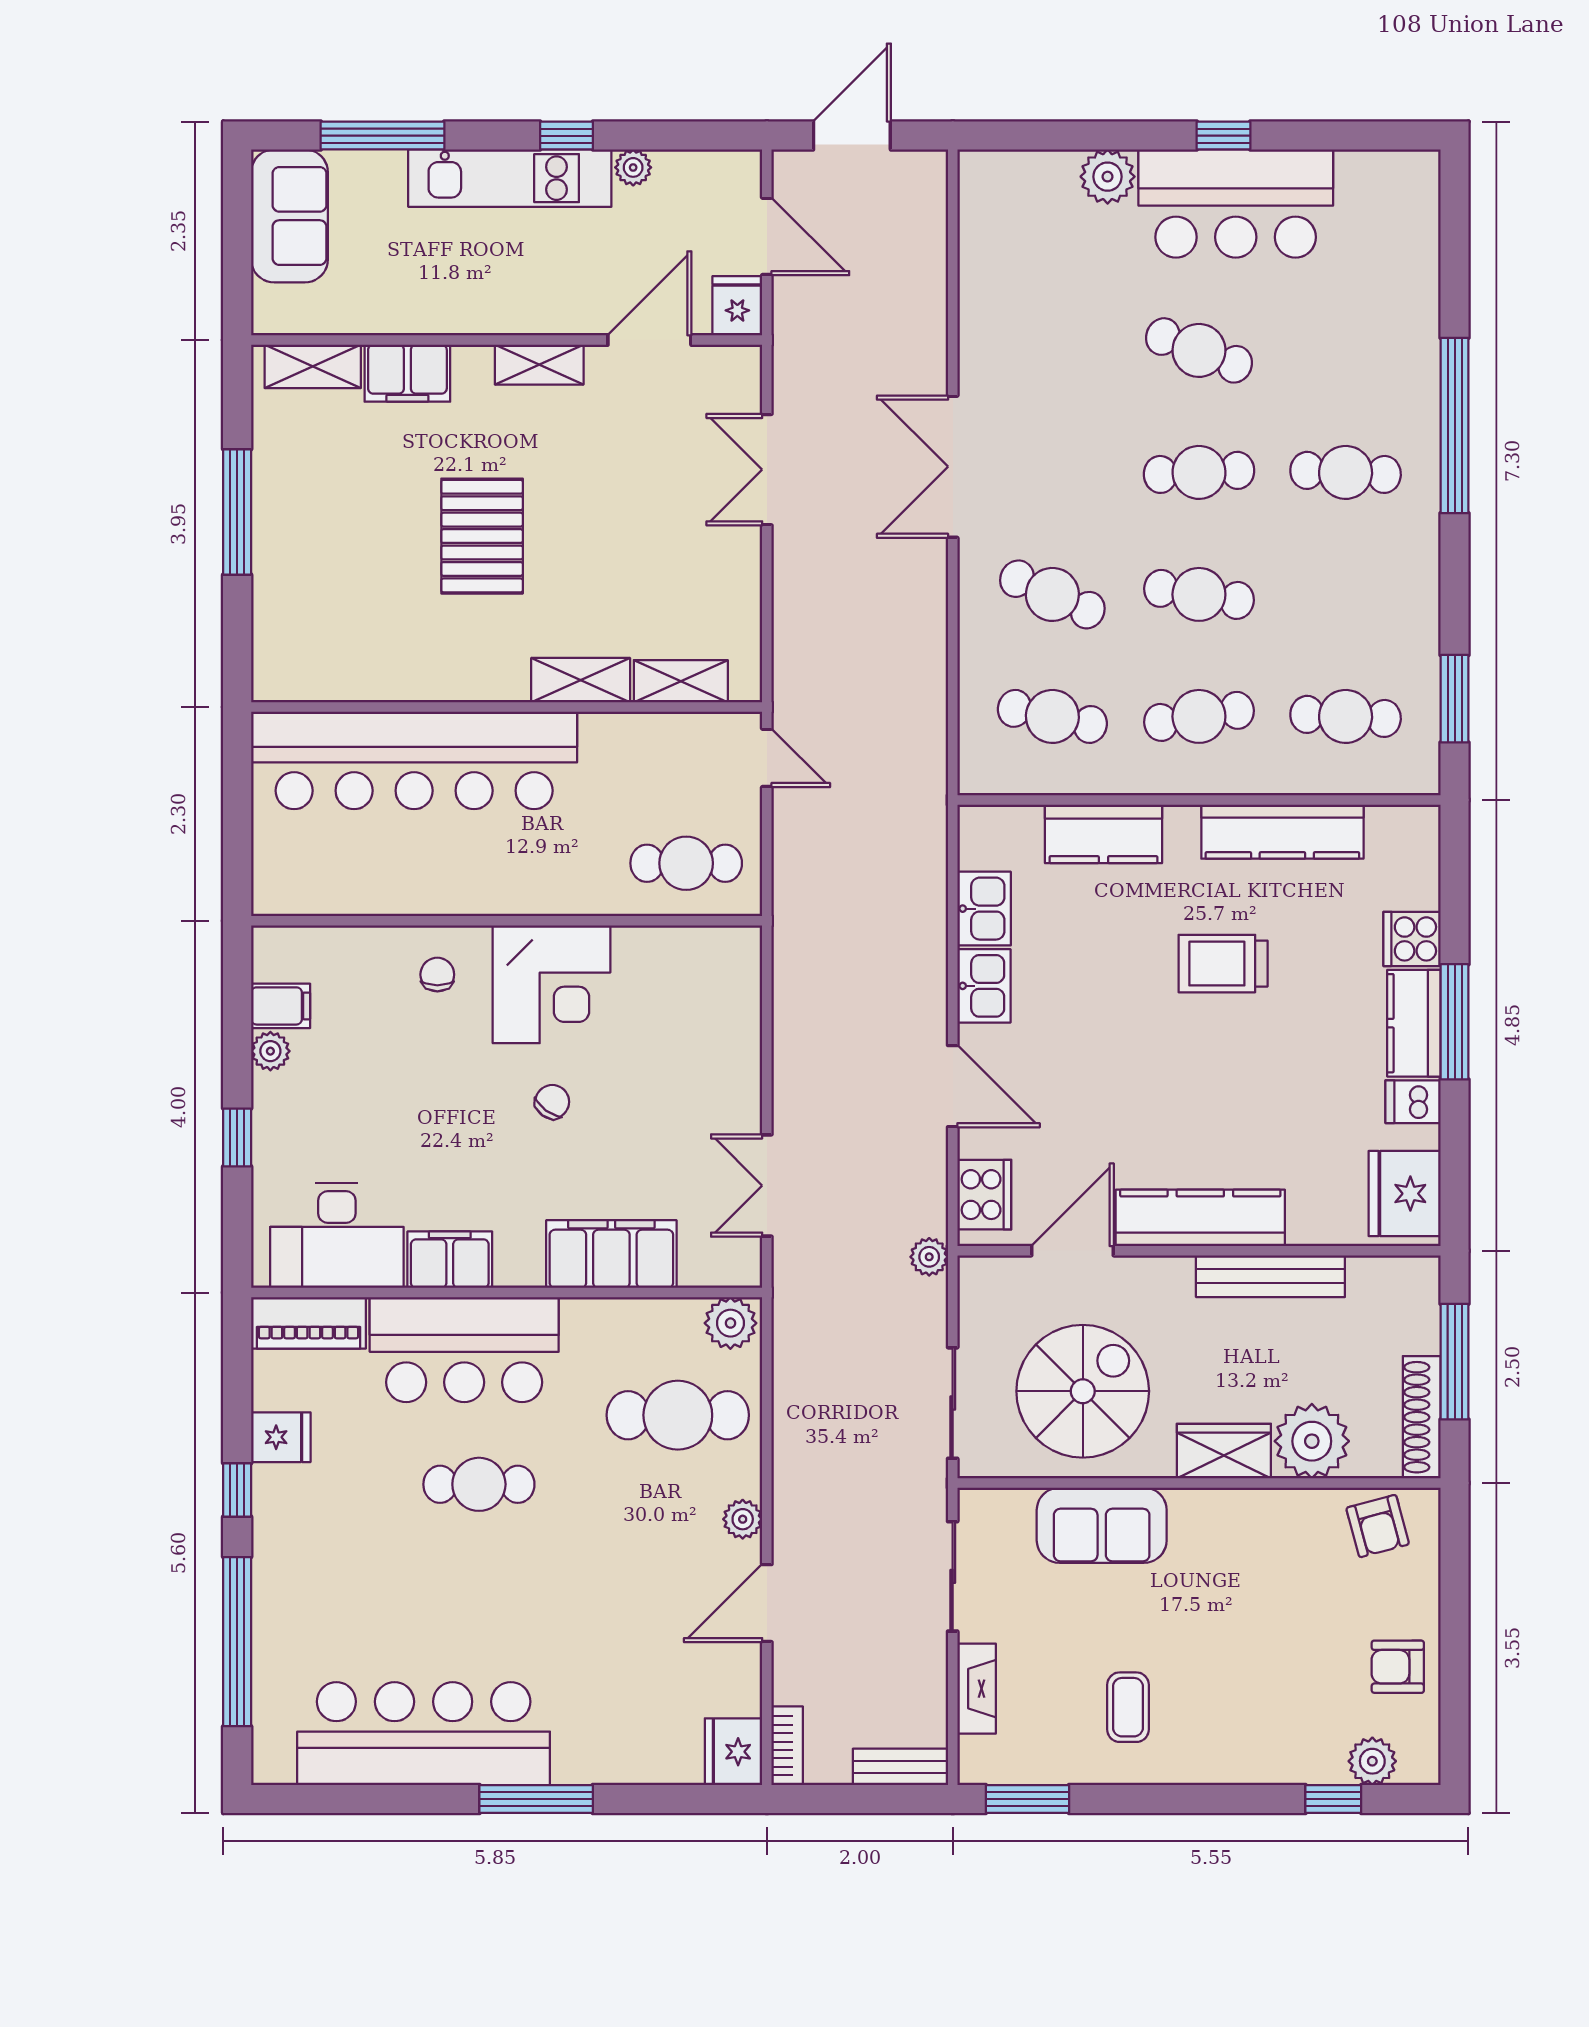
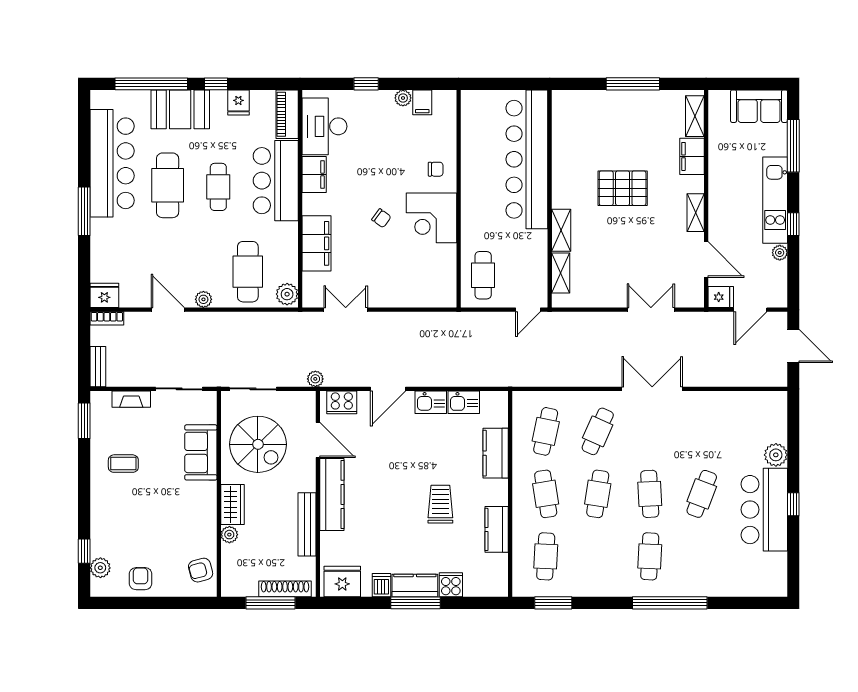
kitchen counter: (1282, 832) -> (497, 529), width x0.67
shoe rack: (1422, 1417) -> (285, 589), moved
plant: (1312, 1441) -> (229, 535), width x0.53, depth x0.53
booth: (297, 1574) -> (180, 109), added
cafe table: (475, 1603) -> (168, 185), added

